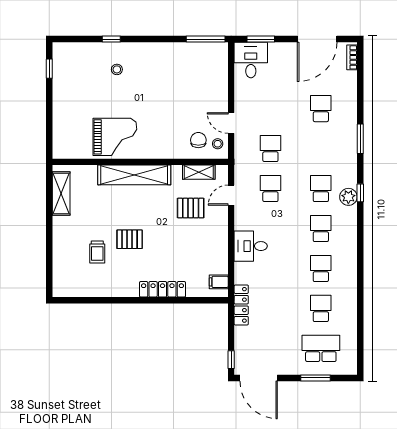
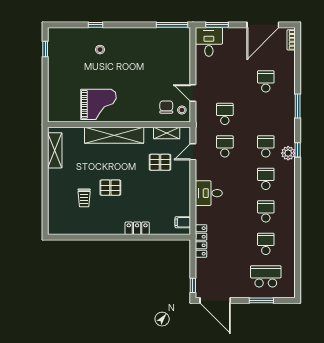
locker: (163, 289) -> (137, 228), width x0.66

